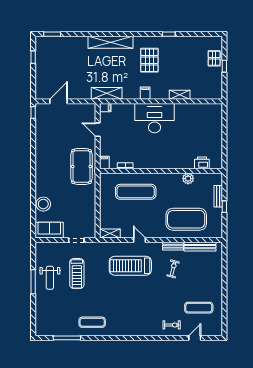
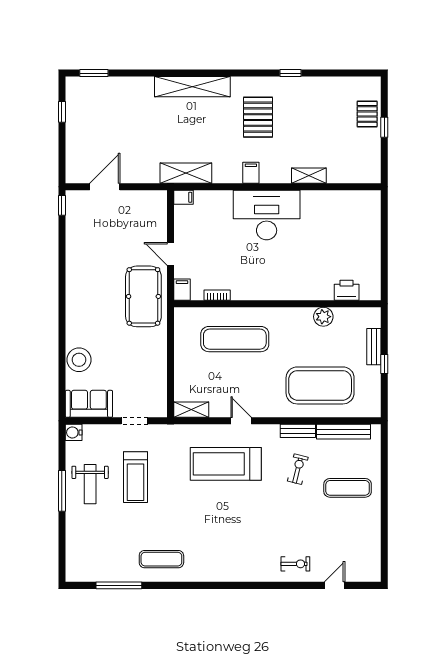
door: (98, 130) -> (171, 254), moved
water cooler: (40, 247) -> (74, 432), added
exercise mat: (199, 308) -> (348, 488), moved

